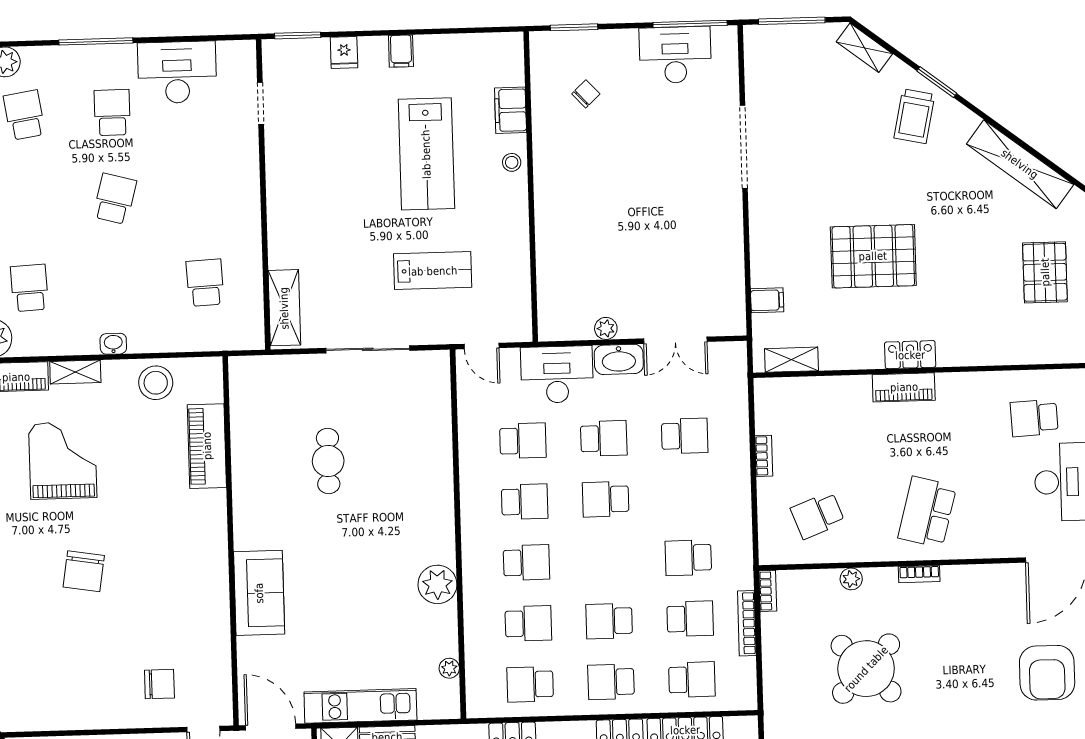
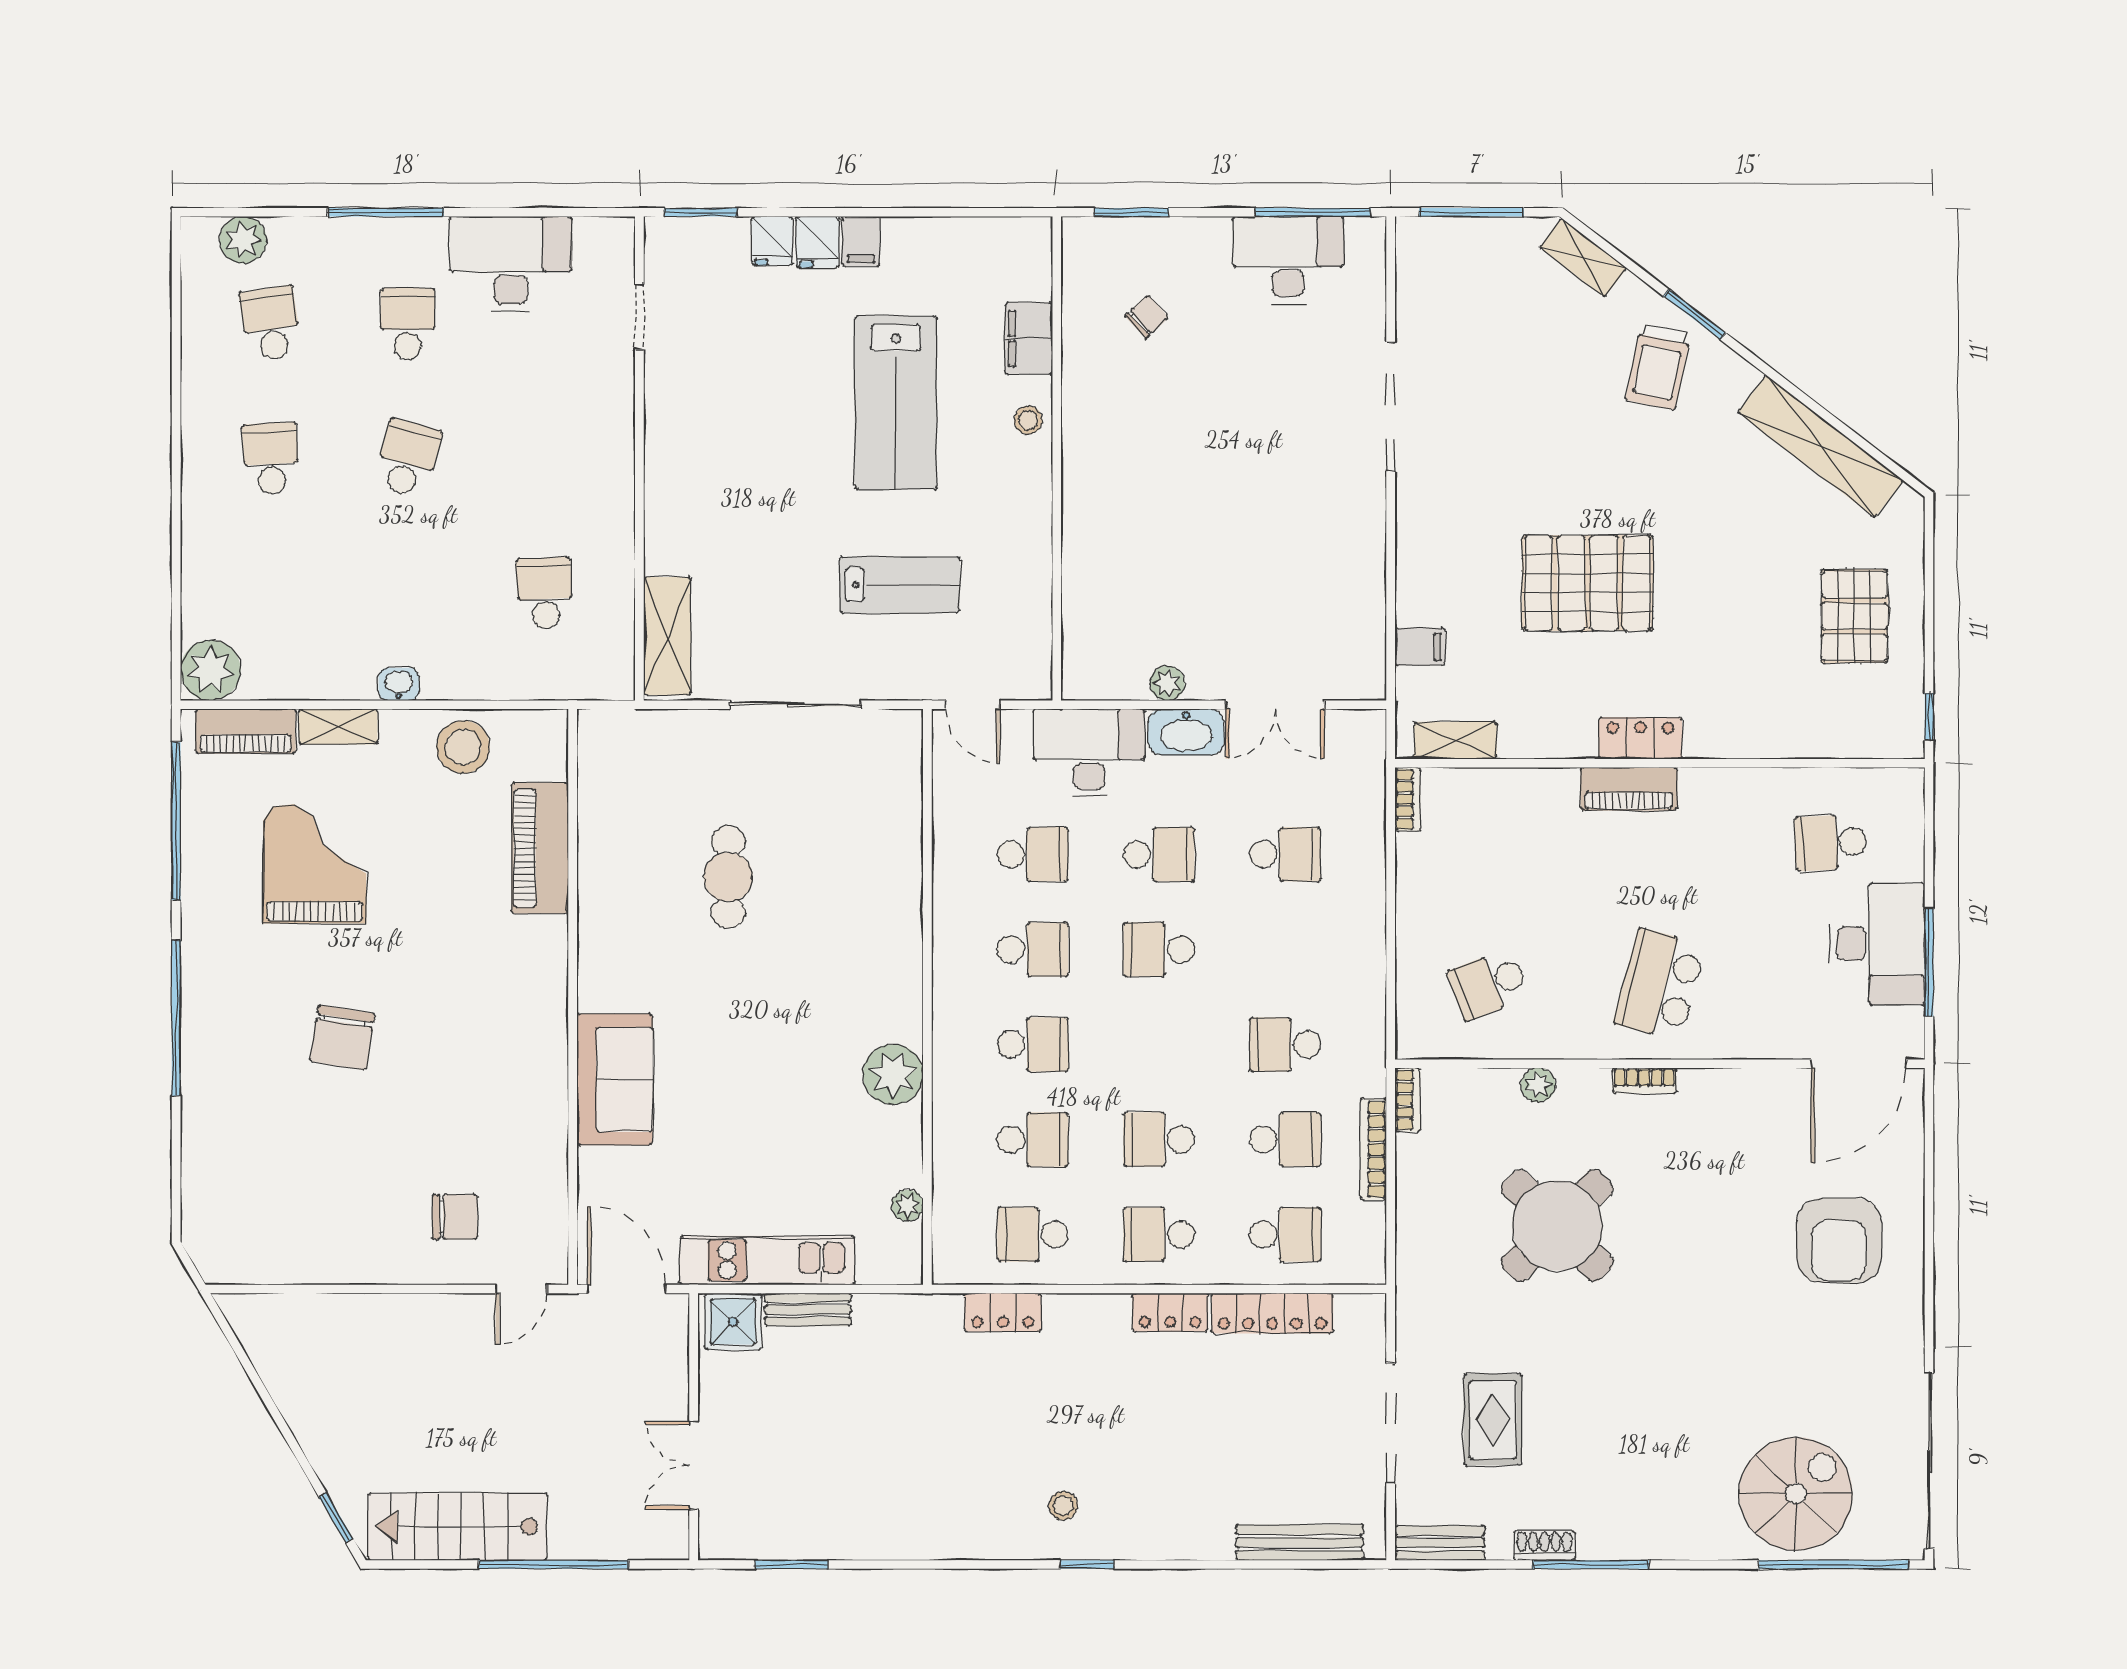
fridge: (373, 52) -> (817, 242), added
school desk: (29, 288) -> (271, 459), moved
bookcase: (764, 456) -> (1408, 799), moved

